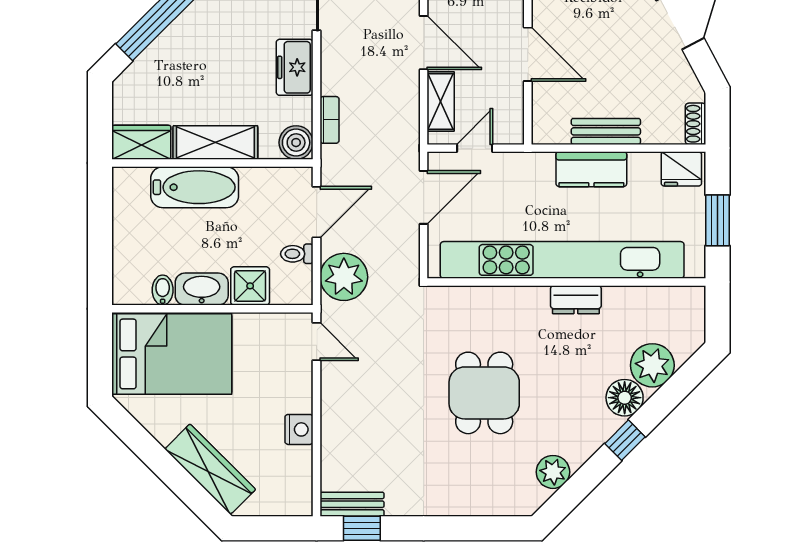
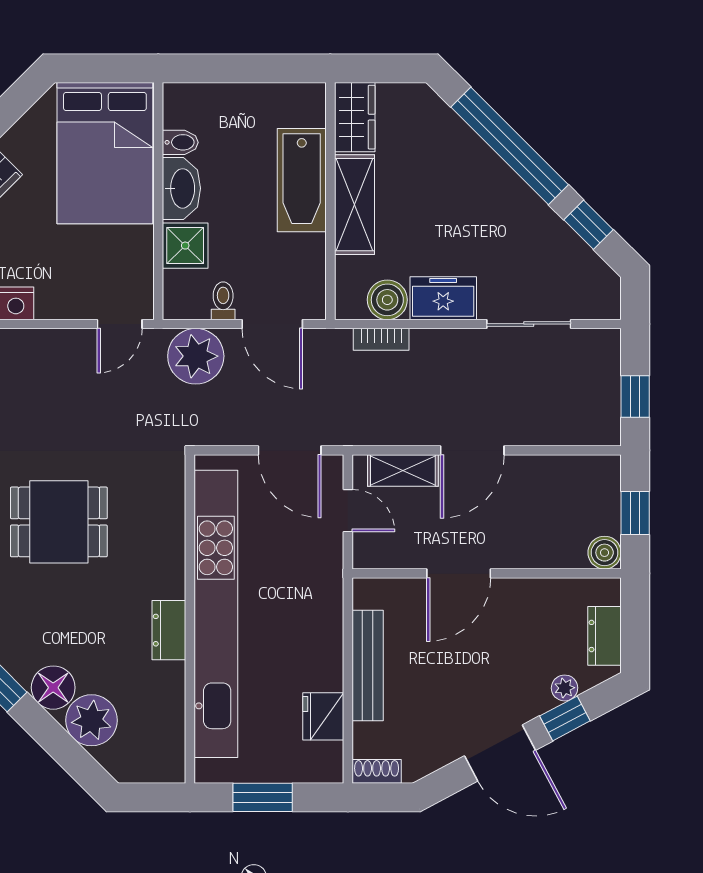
bench: (606, 131) -> (368, 665), width x1.36
boiler: (296, 143) -> (387, 300), moved
kitchen counter: (591, 169) -> (323, 648), removed
fridge: (681, 169) -> (323, 716), moved

